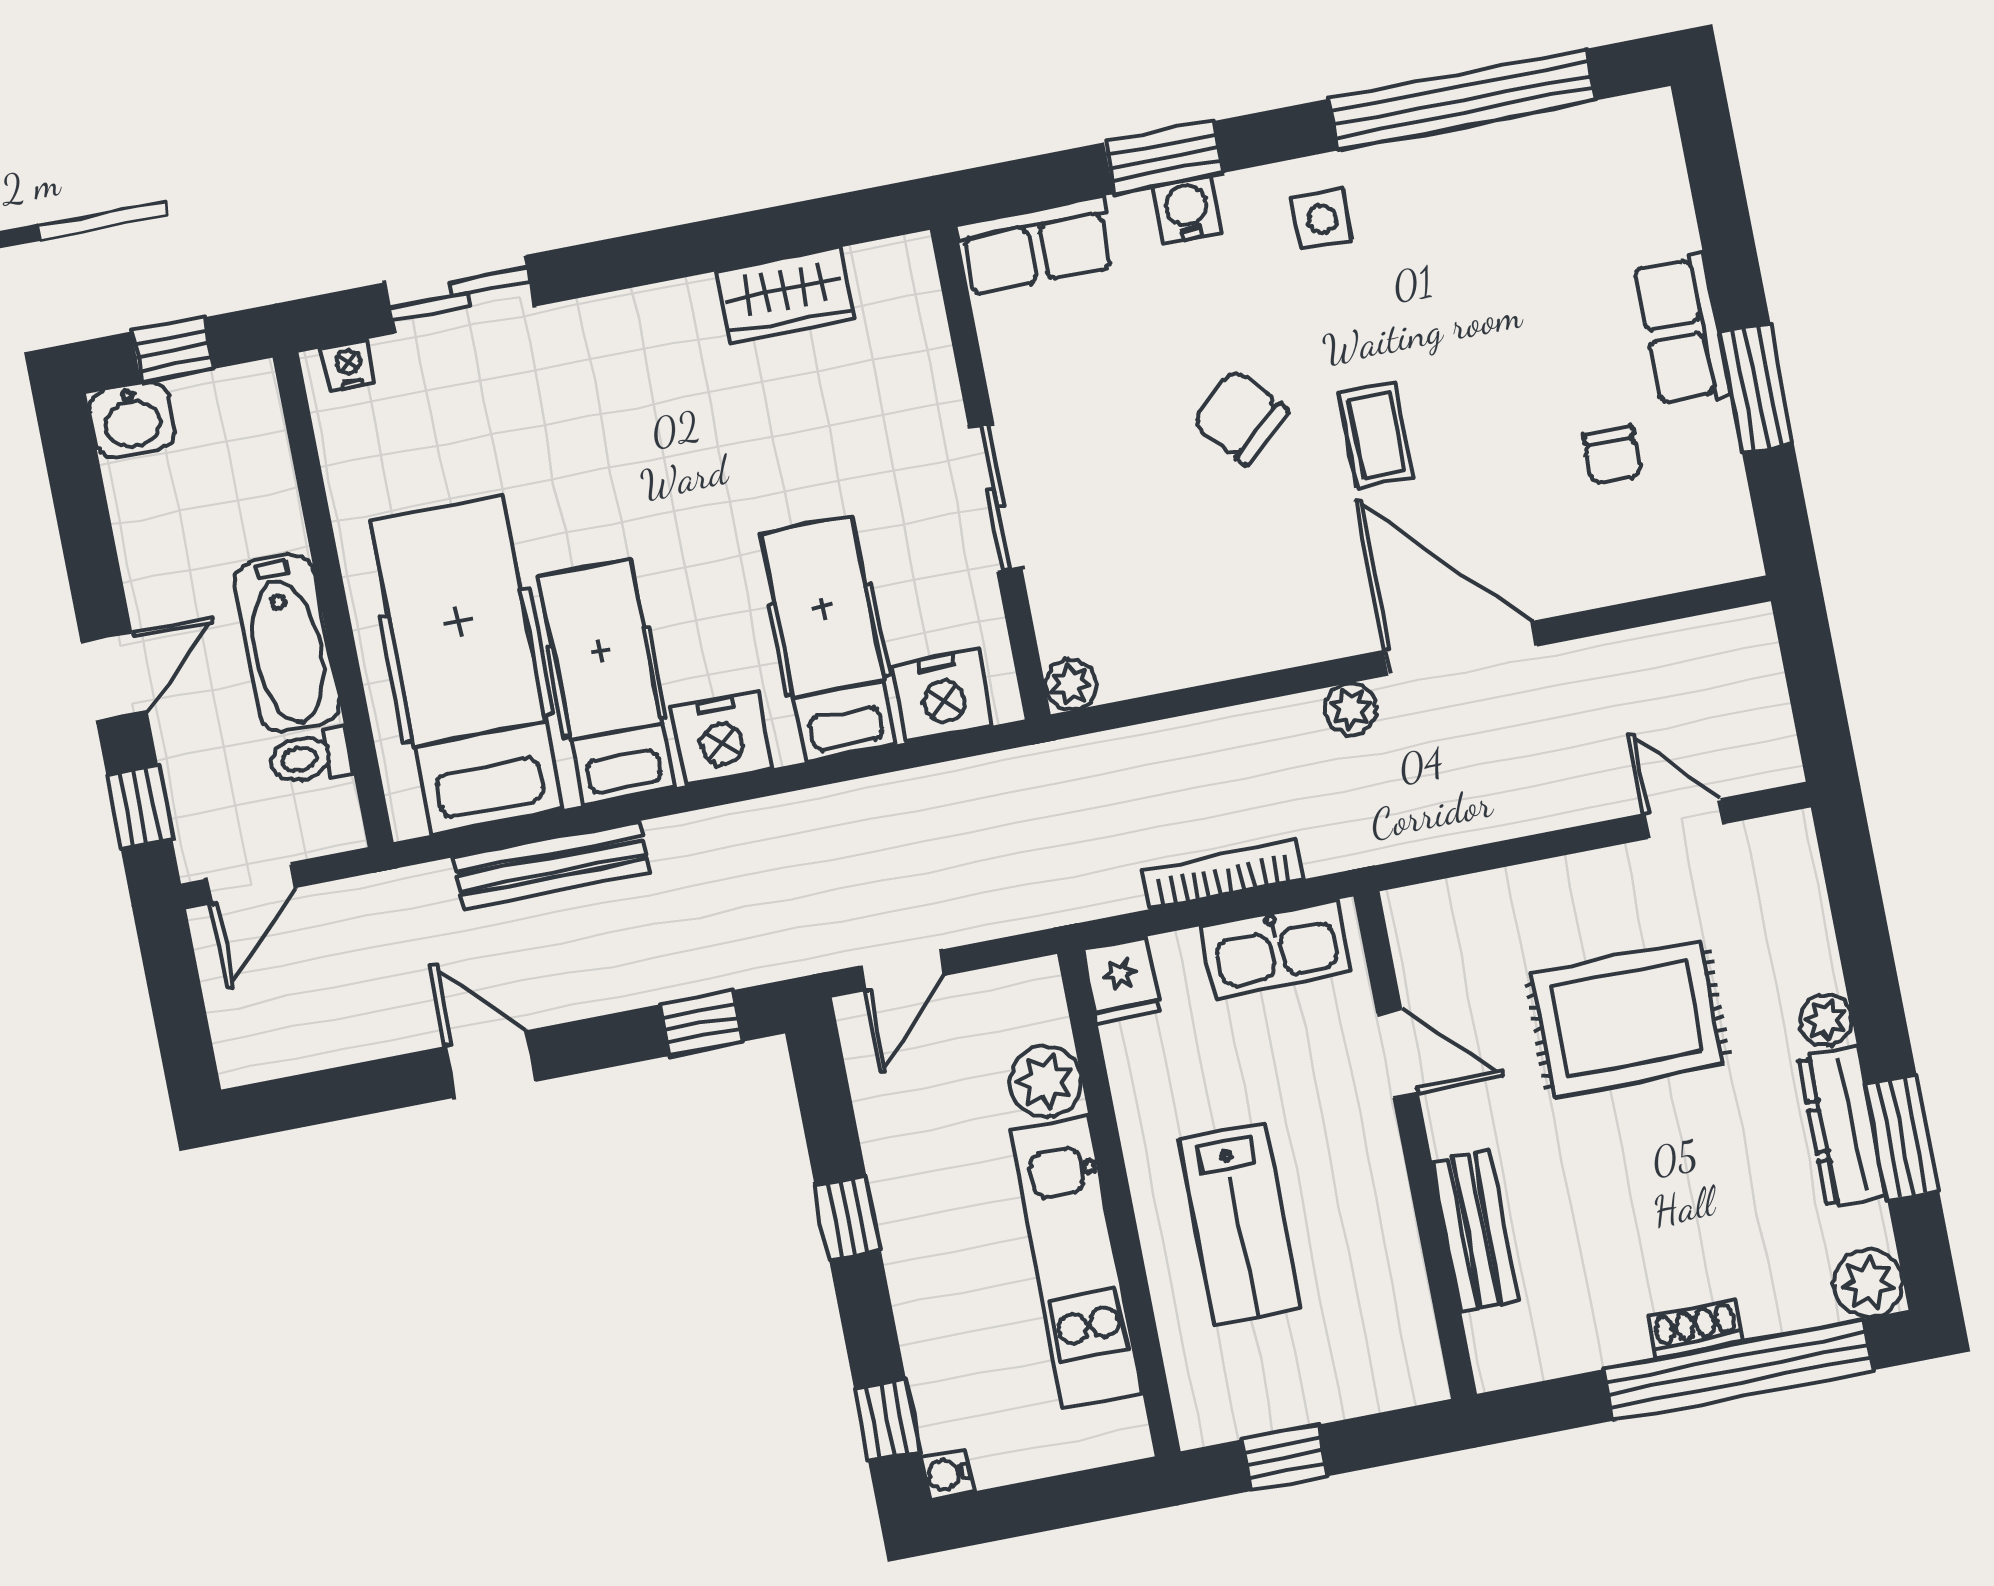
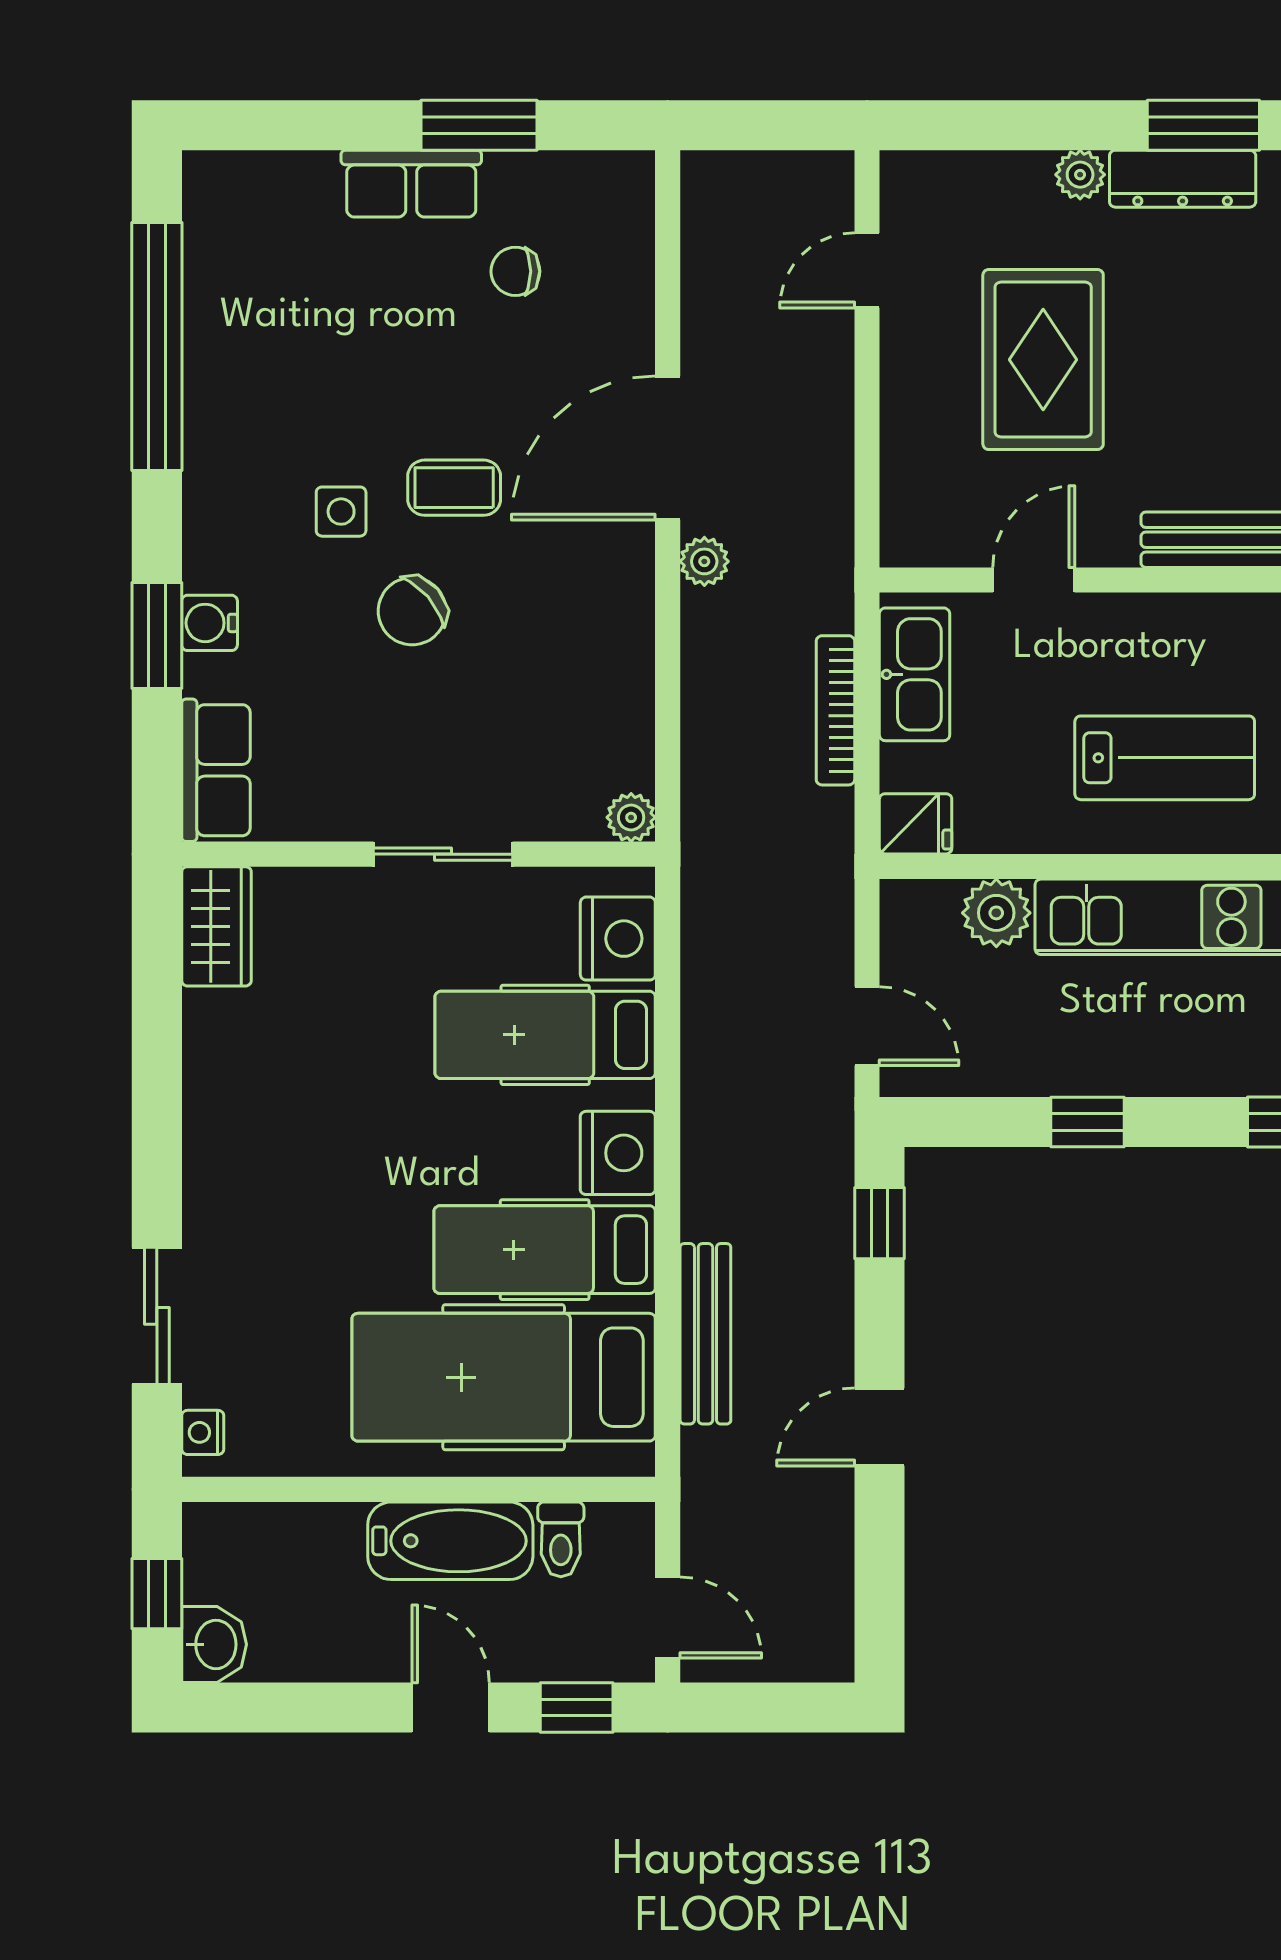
side table: (1322, 219) -> (341, 512), moved
wardrobe: (785, 295) -> (216, 926), moved
chair: (1612, 455) -> (515, 271), turned 180

